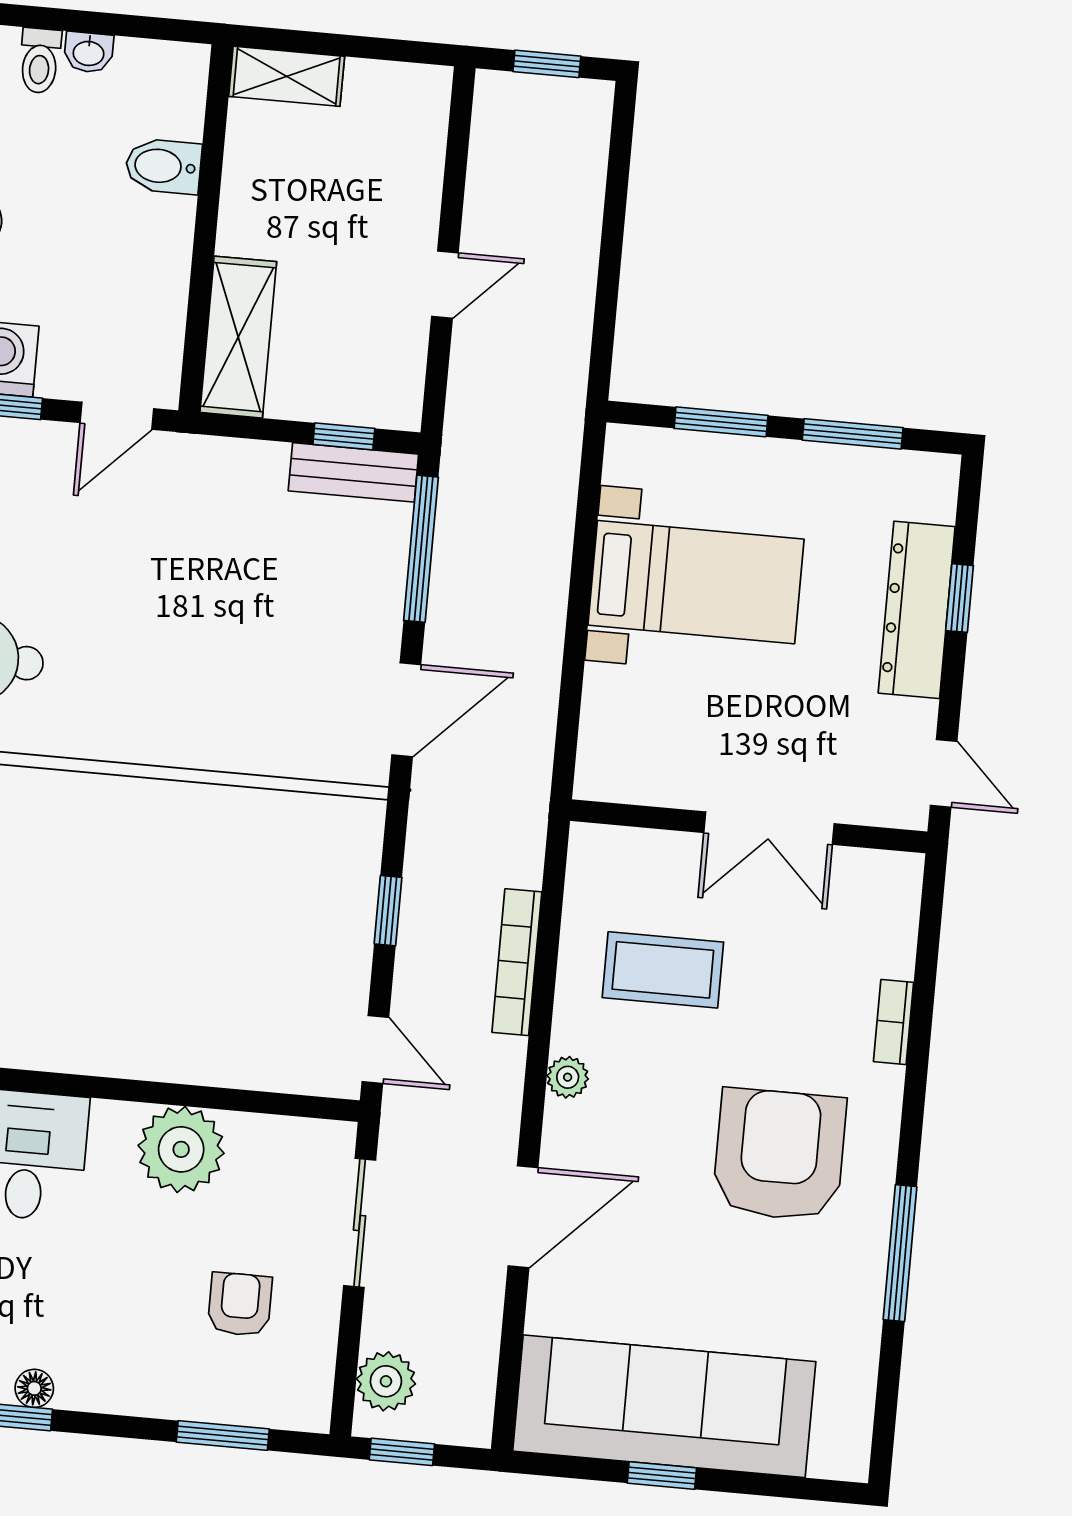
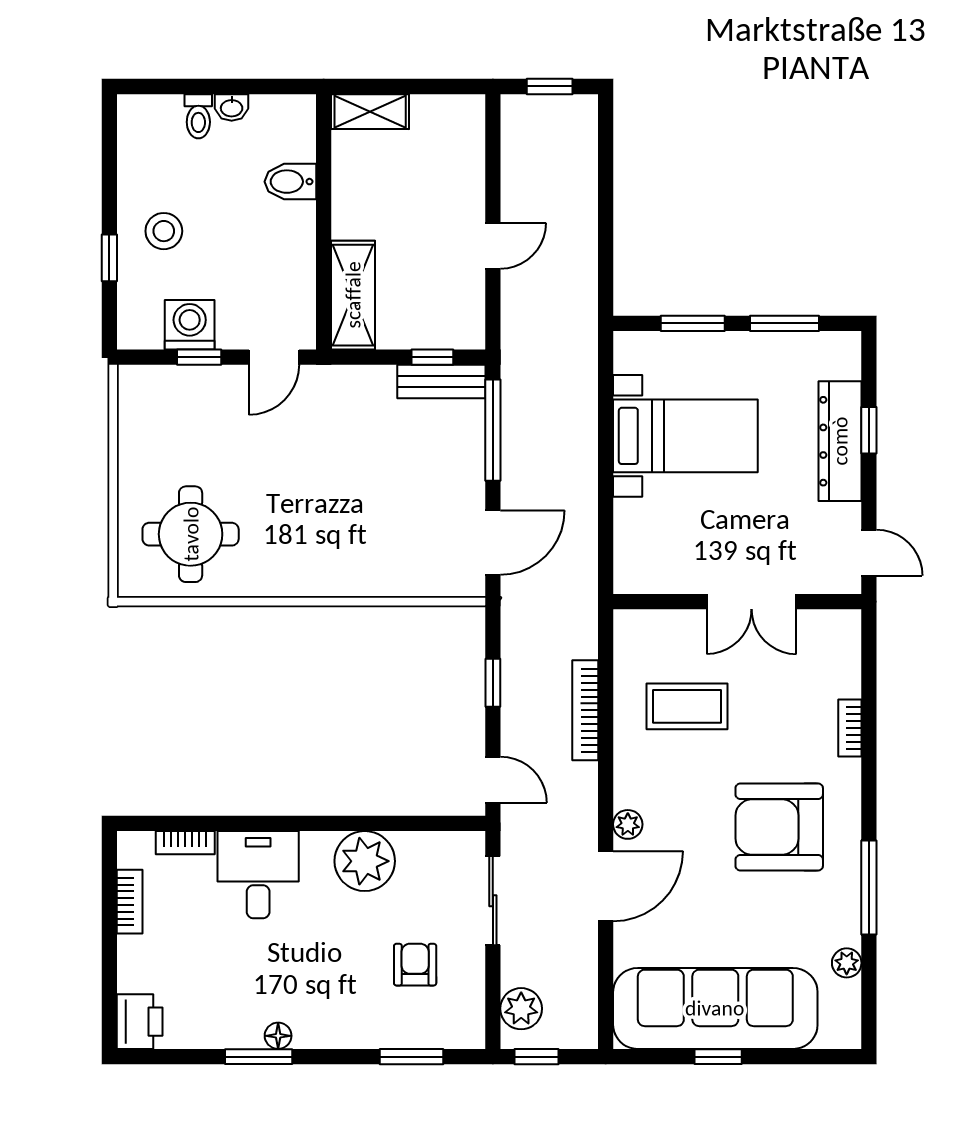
plant: (568, 1077) -> (628, 824), moved
armchair: (779, 1155) -> (779, 827), turned -90
plant: (858, 1358) -> (847, 963), added

